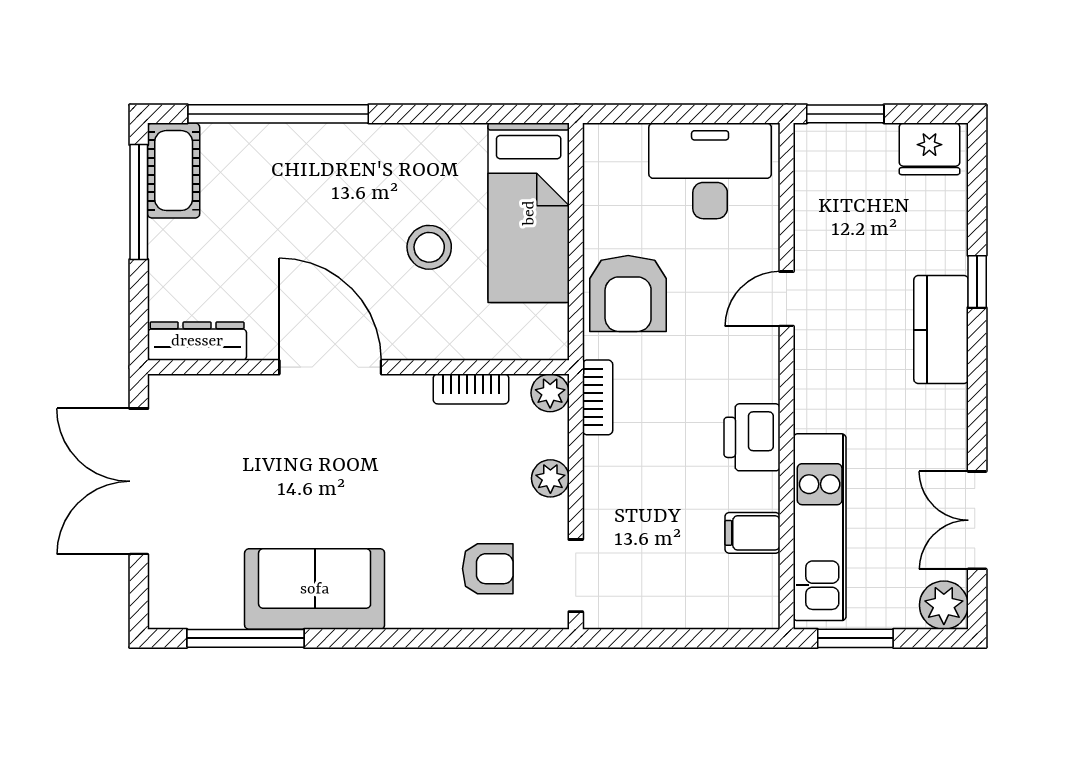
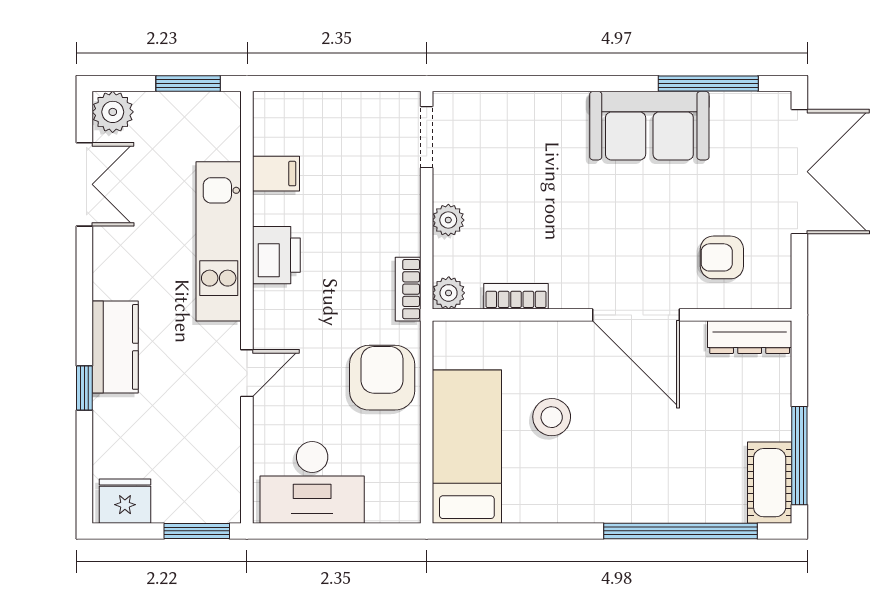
double door: (139, 481) -> (799, 172), moved
kitchen unit: (820, 527) -> (219, 241), moved
armchair: (488, 569) -> (722, 257), moved

